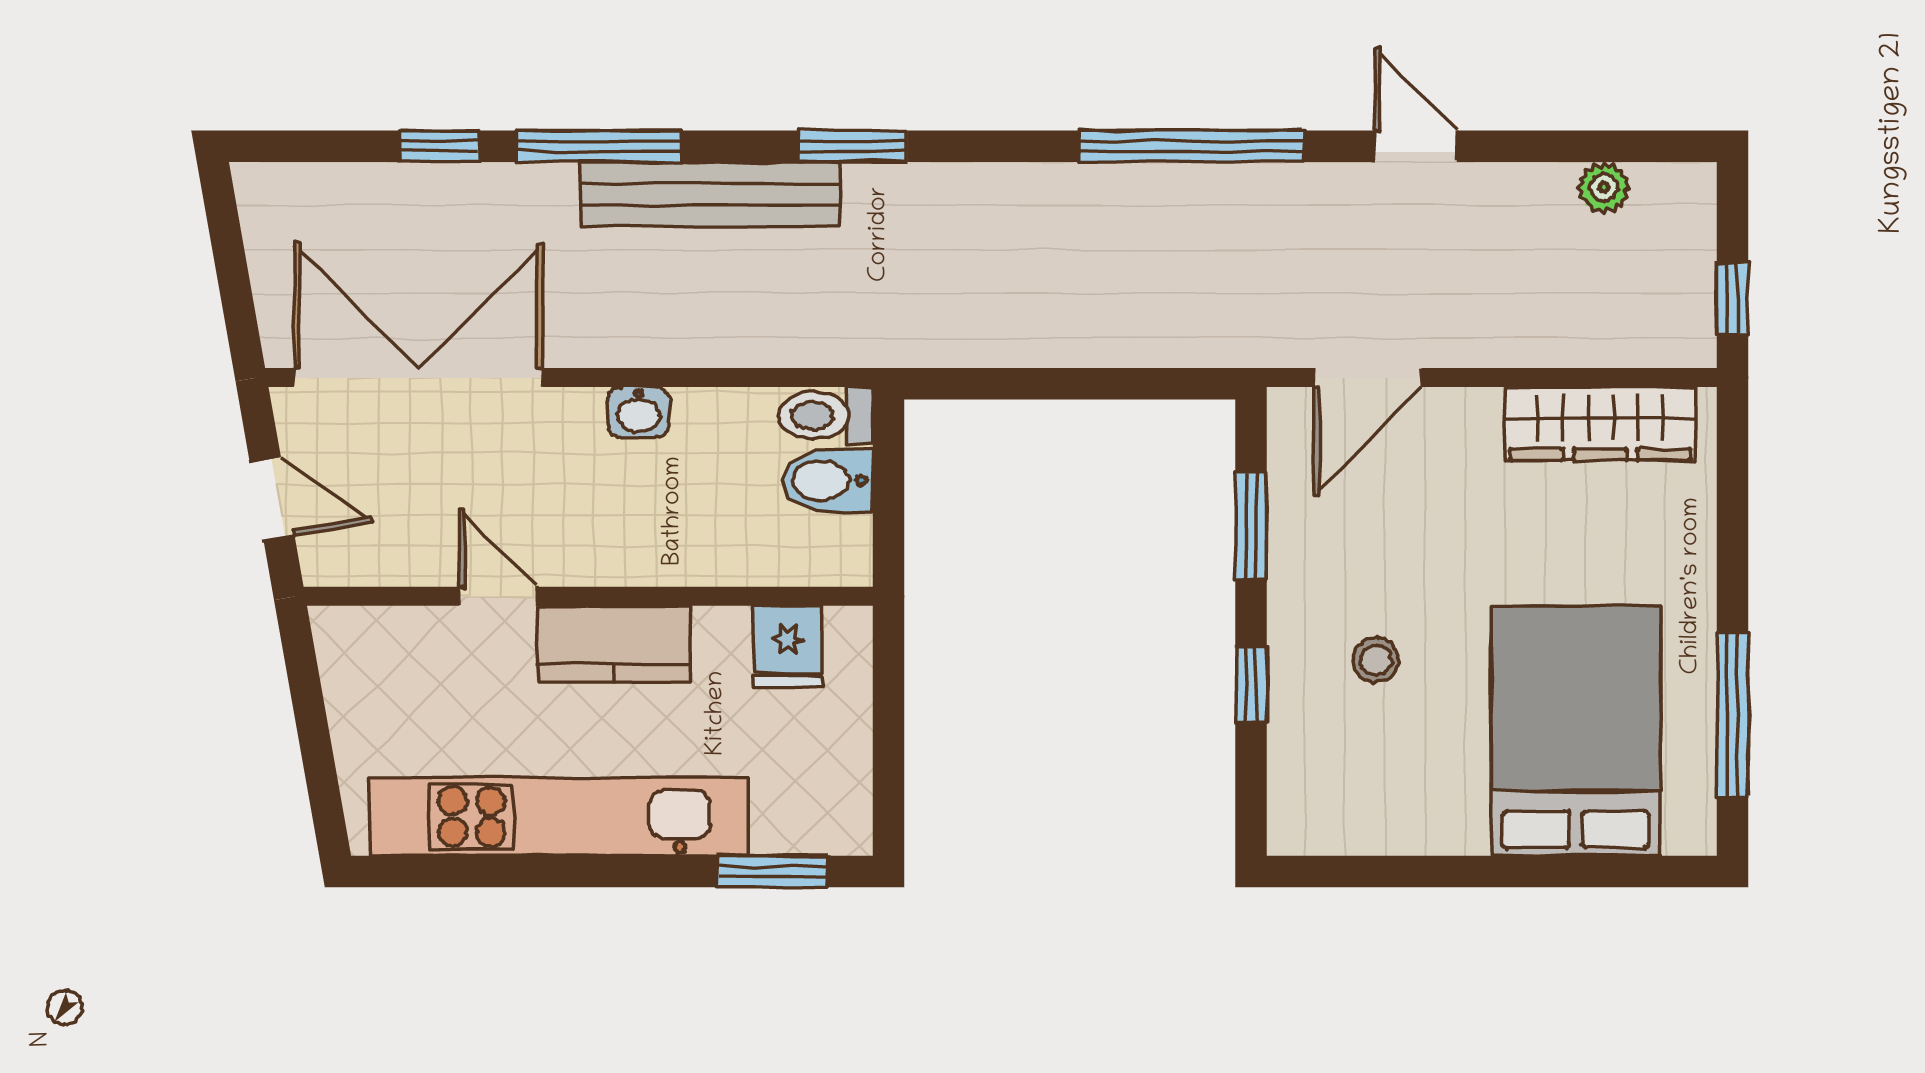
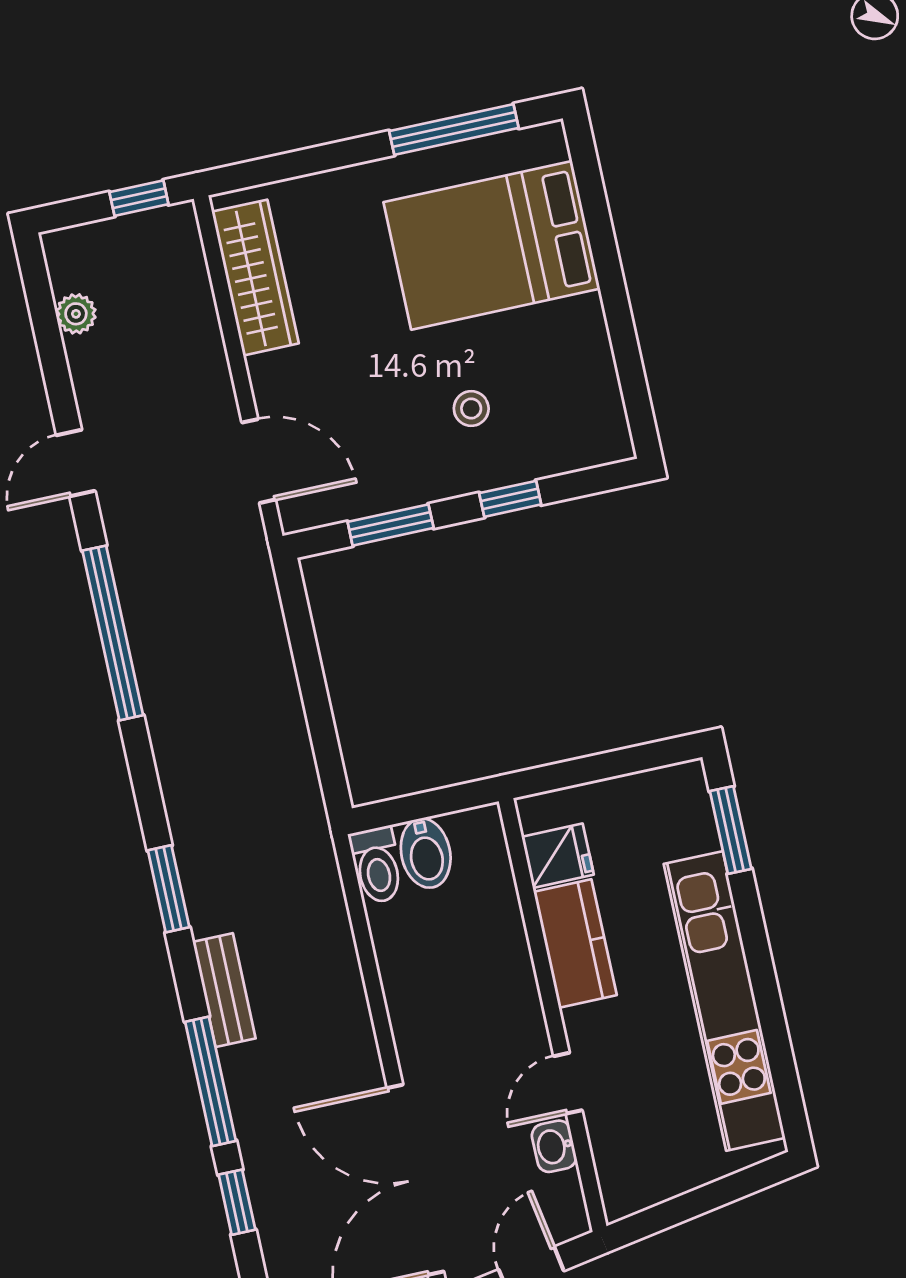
bench: (710, 194) -> (224, 990), width x0.54, depth x0.82
washbasin: (639, 412) -> (554, 1146), moved, turned 180
kitchen counter: (614, 644) -> (575, 944), moved

